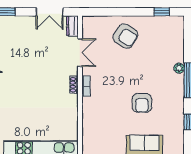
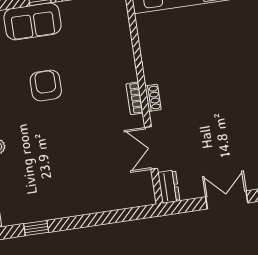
double door: (50, 12) -> (227, 200), moved
armchair: (125, 36) -> (86, 183), removed

